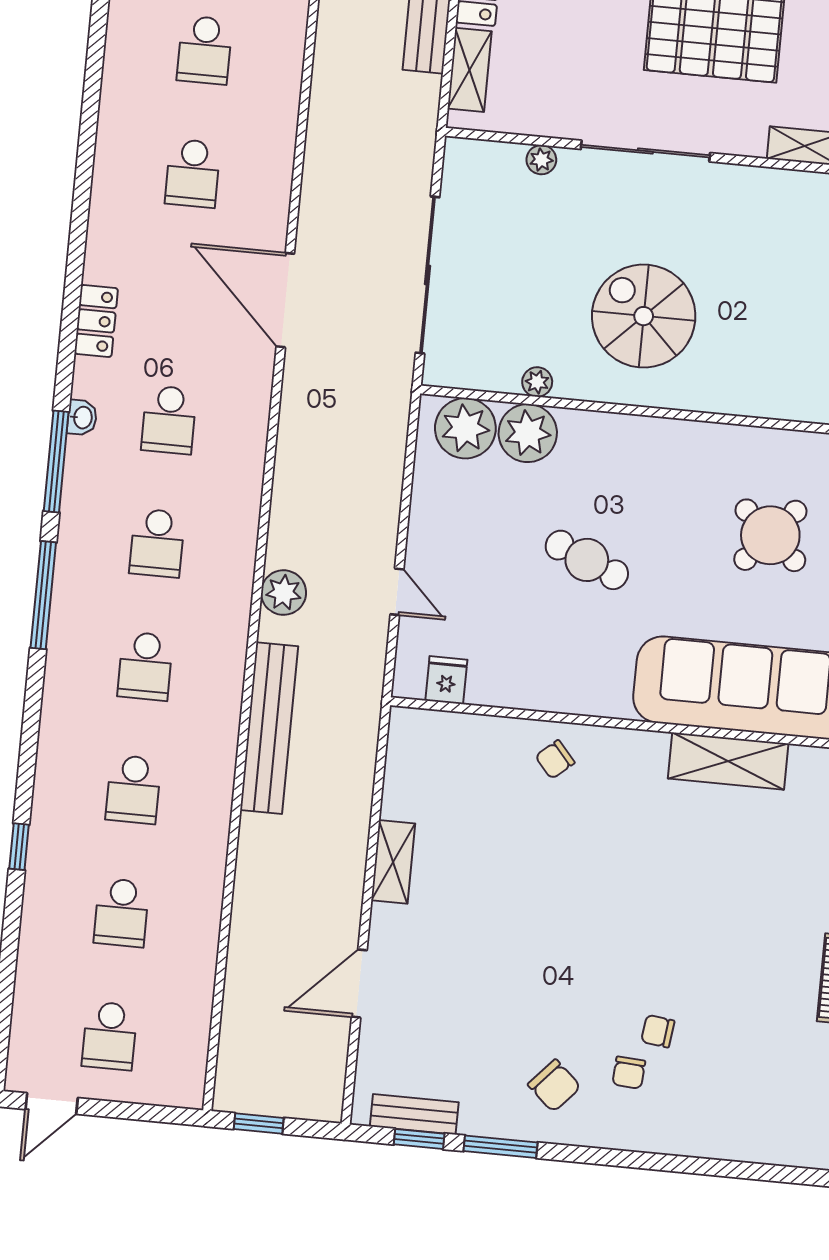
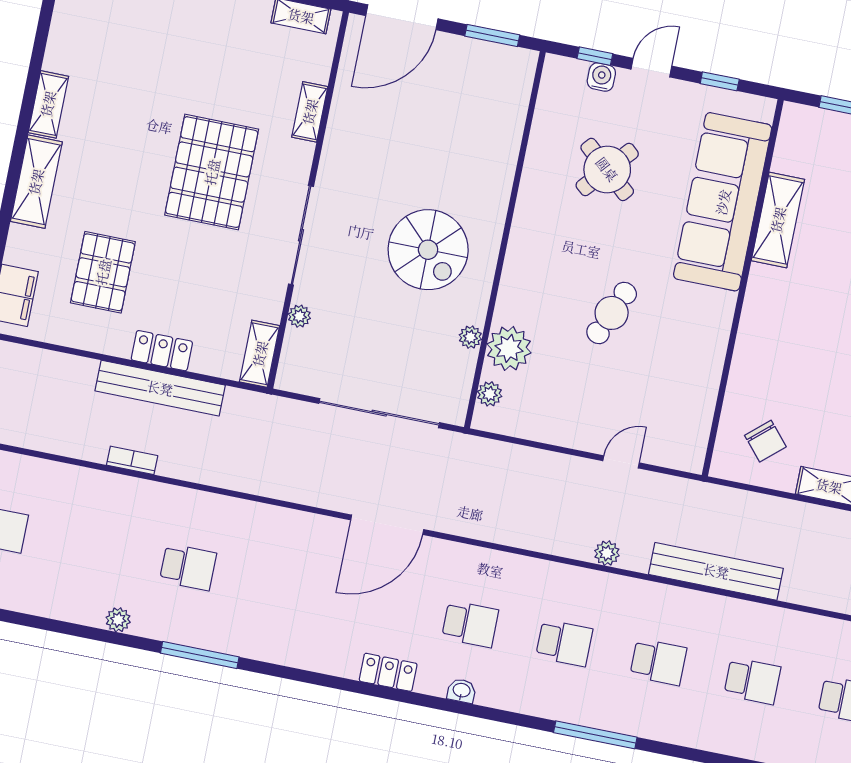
shelving: (470, 70) -> (260, 354), moved, turned 90
school desk: (193, 173) -> (282, 586), removed
spiral stairs: (644, 316) -> (428, 250), turned -90
plant: (465, 428) -> (490, 394), width x0.53, depth x0.53
window: (56, 461) -> (200, 655), moved
plant: (284, 593) -> (607, 553), width x0.73, depth x0.73
fridge: (446, 680) -> (693, 431), removed
chair: (555, 759) -> (765, 441), moved, width x1.37, depth x1.37

